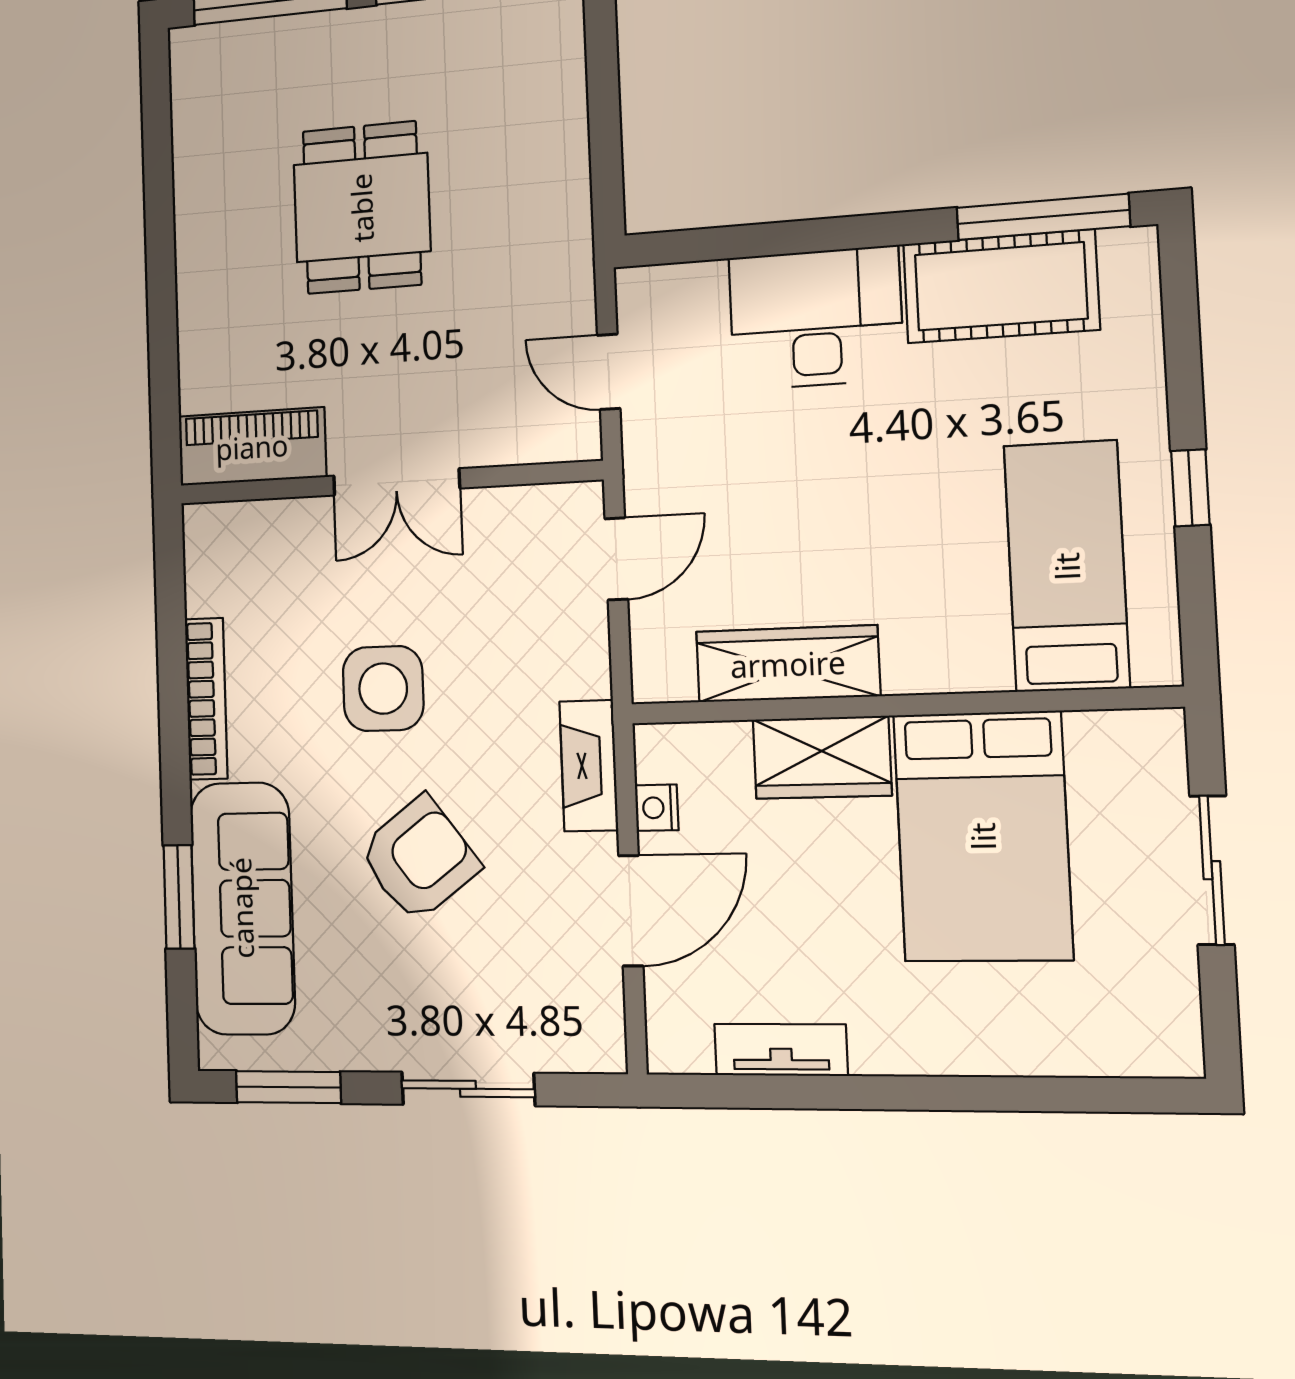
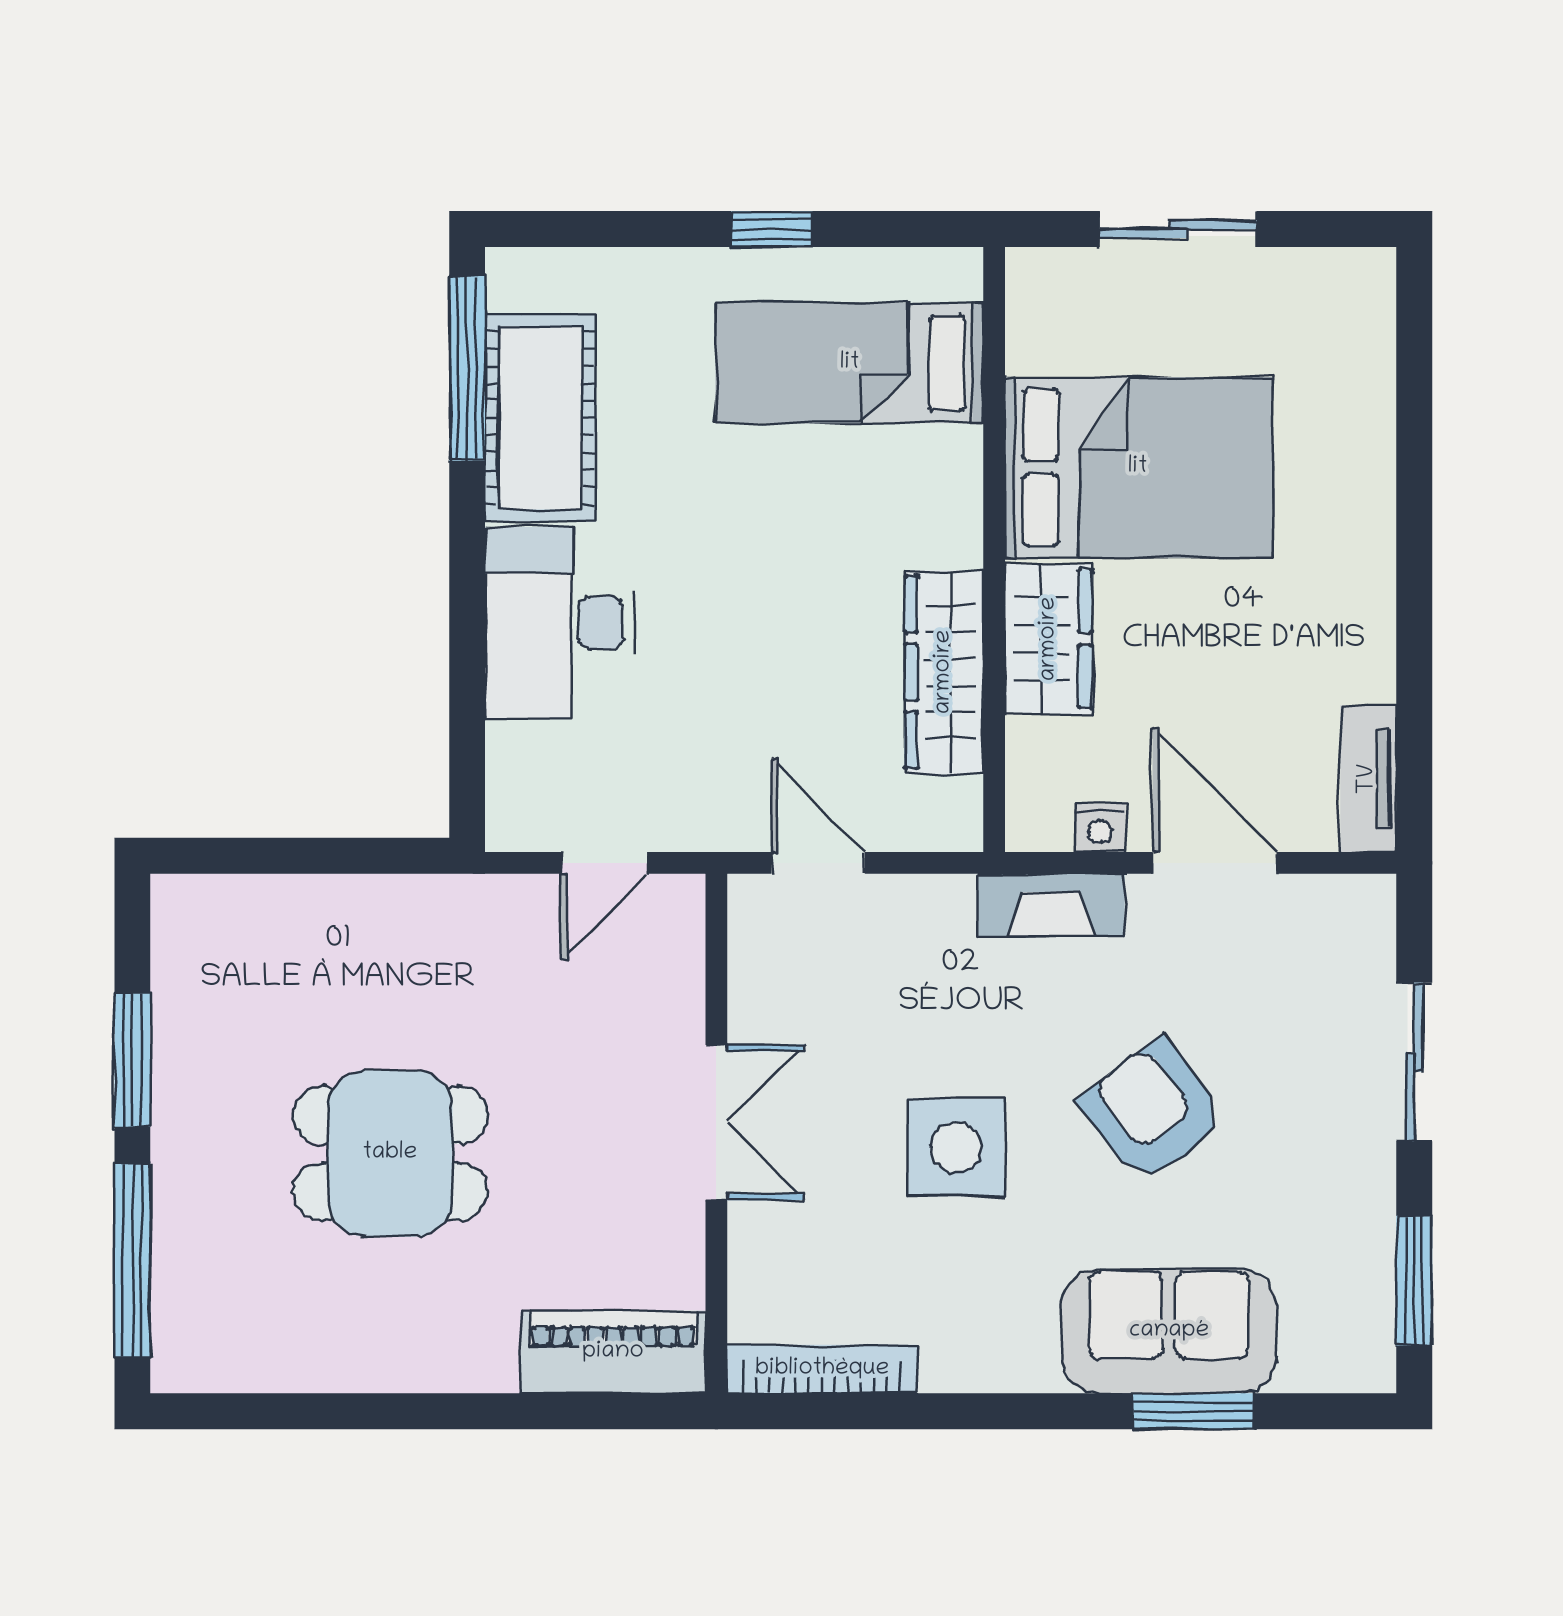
piano: (252, 447) -> (613, 1352), moved, turned 90
bookcase: (206, 699) -> (822, 1369), moved
sofa: (242, 908) -> (1169, 1331), width x0.73
tv unit: (781, 1050) -> (1368, 779), moved

